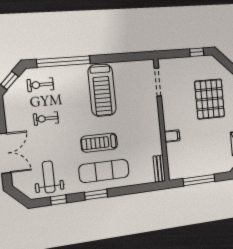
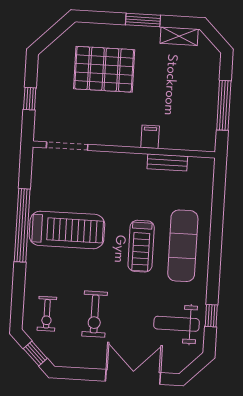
window: (197, 52) -> (30, 99), moved
window: (64, 61) -> (22, 225), moved
exercise bike: (46, 119) -> (95, 314), width x1.38, depth x1.39
bench: (159, 169) -> (167, 162), moved
window: (96, 195) -> (214, 262), removed

